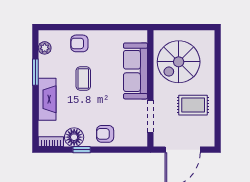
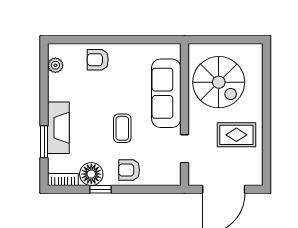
spiral stairs: (179, 62) -> (219, 82), turned -90
window: (35, 72) -> (44, 142), moved
coffee table: (83, 79) -> (122, 128), moved
doorway: (150, 116) -> (184, 149), width x0.73

